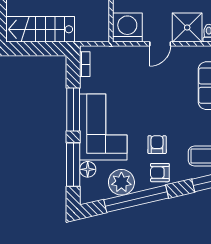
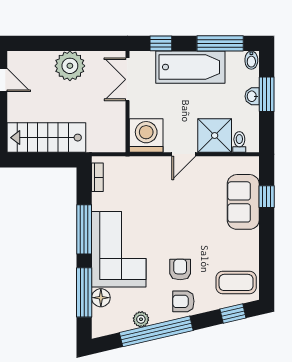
plant: (121, 182) -> (141, 319), width x0.53, depth x0.53

